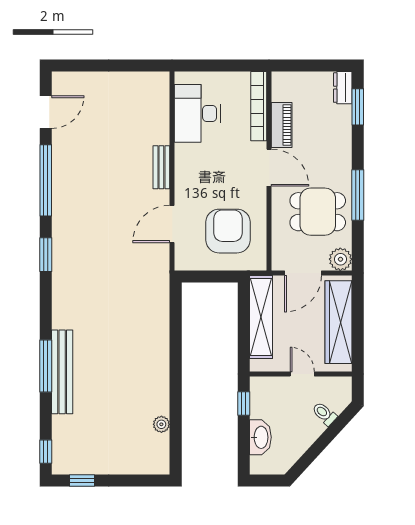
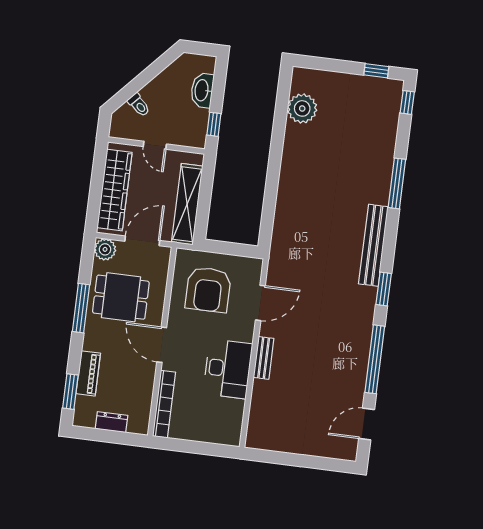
dresser: (343, 88) -> (111, 422), moved, turned -90
desk: (197, 113) -> (228, 369), moved
piano: (282, 125) -> (88, 373), moved, turned 180
bench: (62, 372) -> (373, 245), moved
plant: (161, 424) -> (302, 108), width x1.88, depth x1.88

